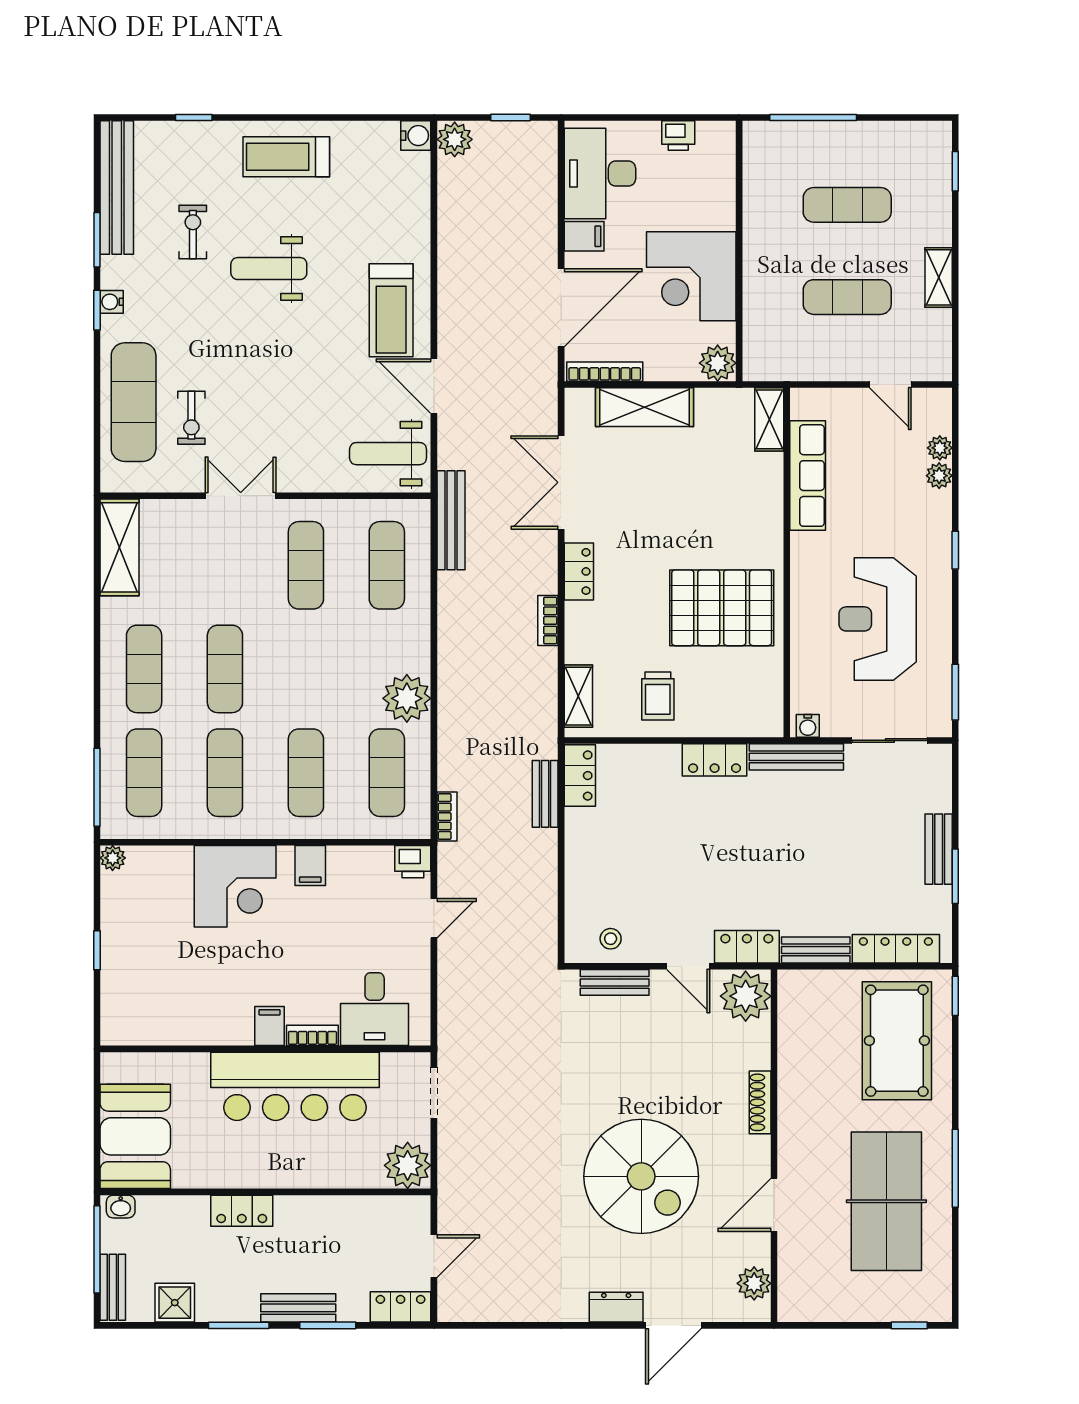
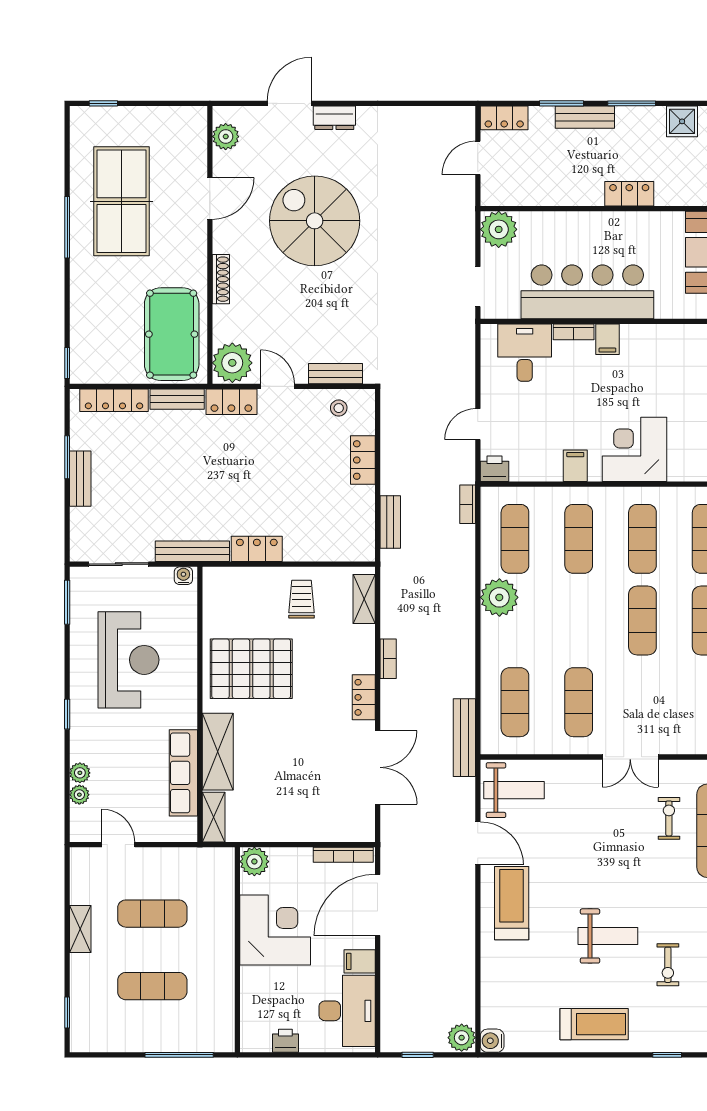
shelving: (644, 407) -> (218, 752), moved, turned 90
locker: (580, 776) -> (363, 460), moved
pool table: (897, 1041) -> (172, 334), moved

